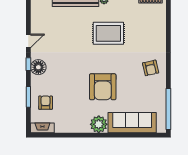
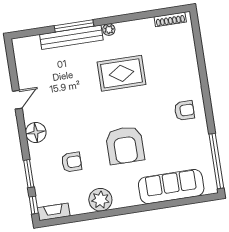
window: (28, 64) -> (34, 205), moved
armchair: (151, 68) -> (184, 110), turned -77
armchair: (46, 103) -> (71, 162), moved, turned 90
plant: (99, 124) -> (100, 200), moved

